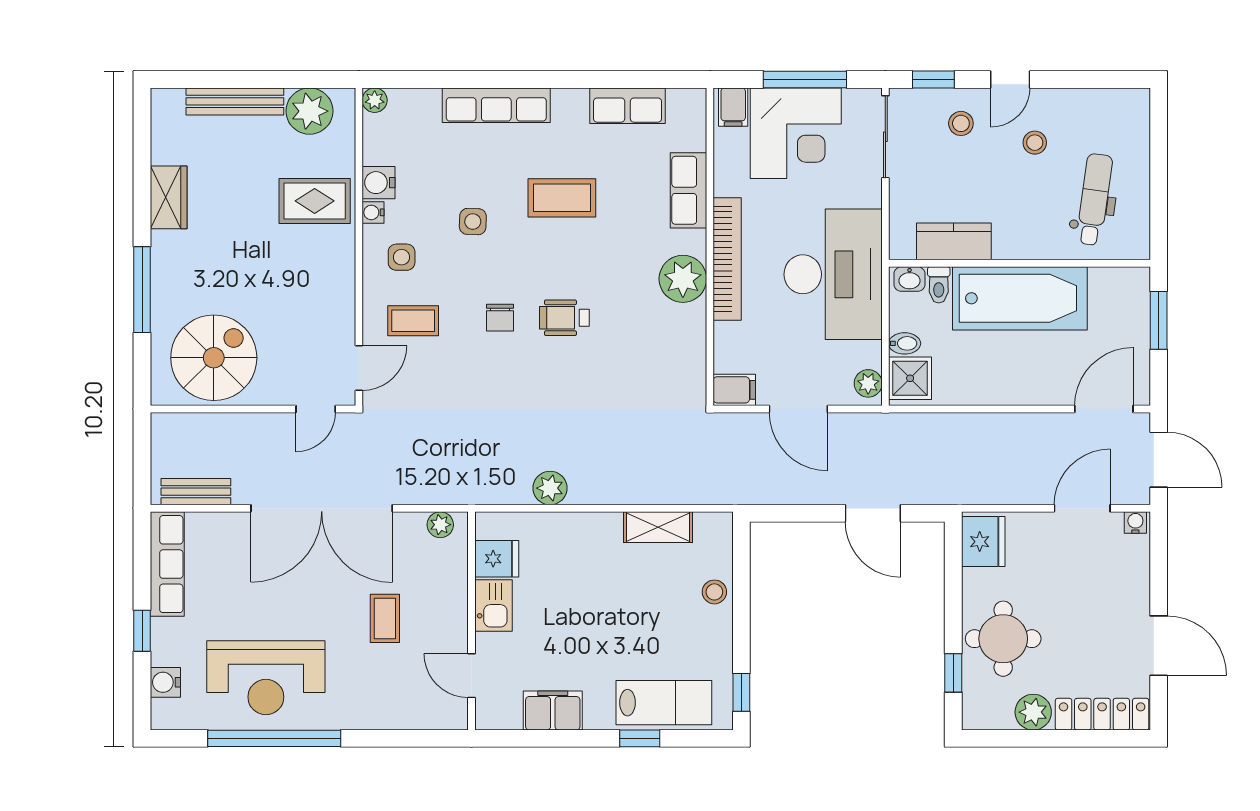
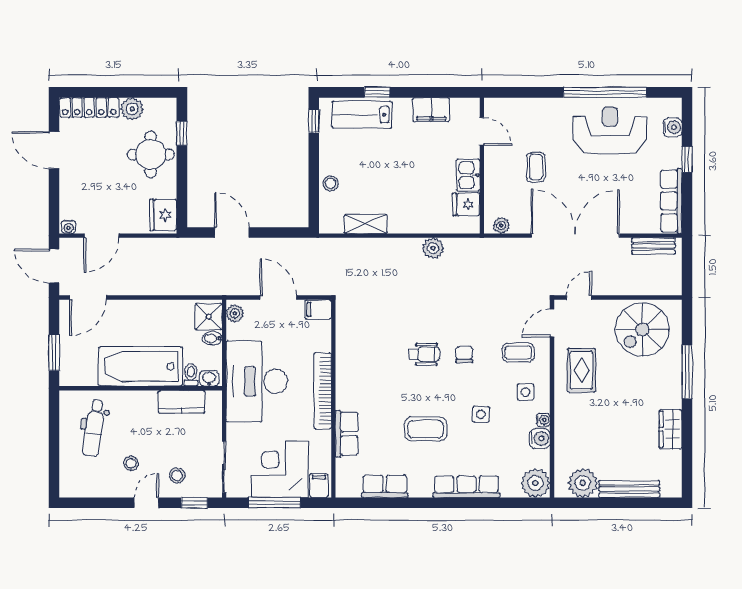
plant: (375, 100) -> (535, 483), width x1.88, depth x1.88
rug: (315, 201) -> (581, 370), moved, turned 90
plant: (683, 279) -> (350, 379), removed

